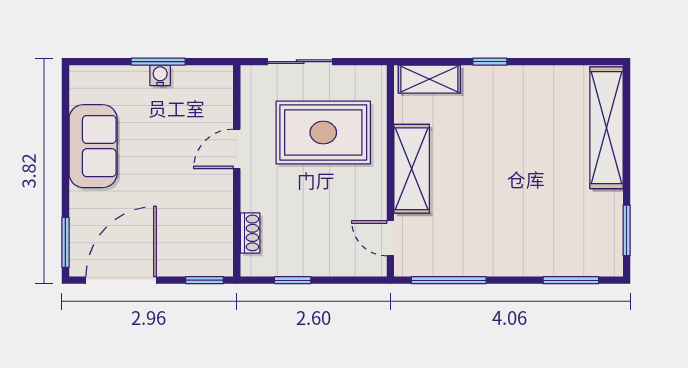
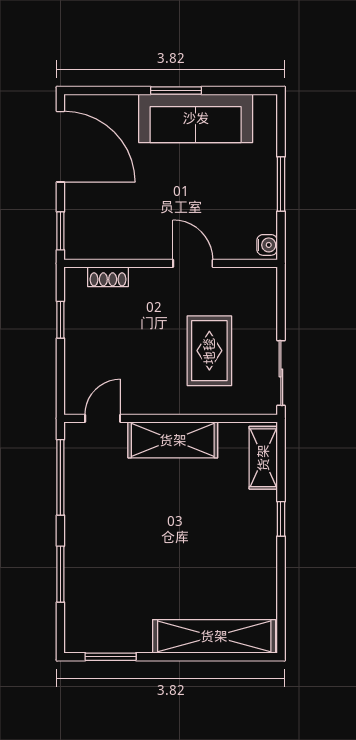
sliding door: (300, 62) -> (281, 373), moved
water cooler: (160, 75) -> (267, 245), moved
rug: (323, 133) -> (209, 351), width x0.73, depth x0.70
sofa: (93, 146) -> (196, 118), width x1.36
window: (65, 242) -> (176, 91), moved
window: (571, 280) -> (60, 574), moved

